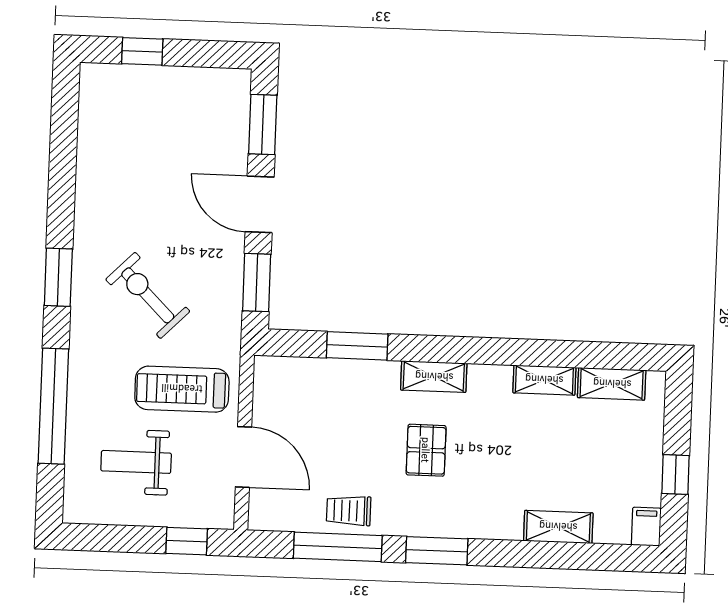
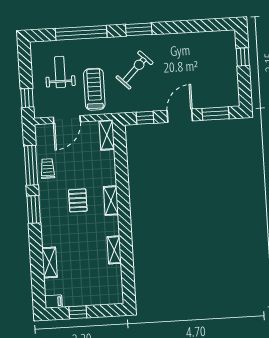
window: (257, 282) -> (145, 118), width x0.67
window: (357, 346) -> (121, 165), removed
shelving: (612, 384) -> (107, 135), moved
pallet: (426, 450) -> (78, 200), turned 90

